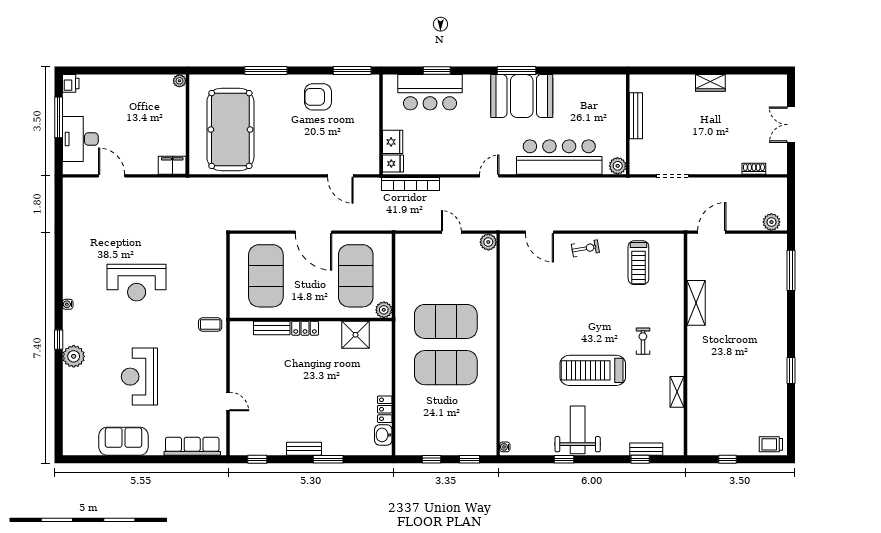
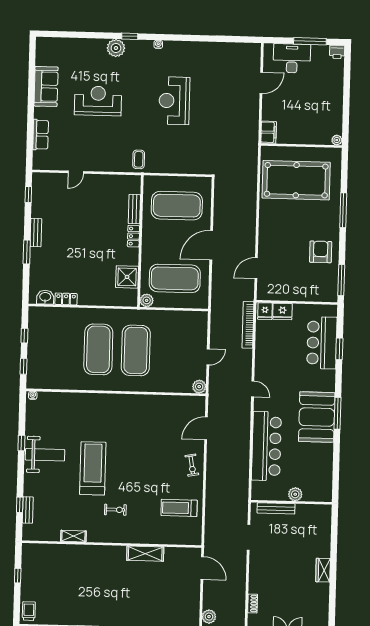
bench: (636, 116) -> (276, 508), moved
plant: (618, 166) -> (295, 494), moved
row of seats: (192, 446) -> (41, 135), width x0.68

